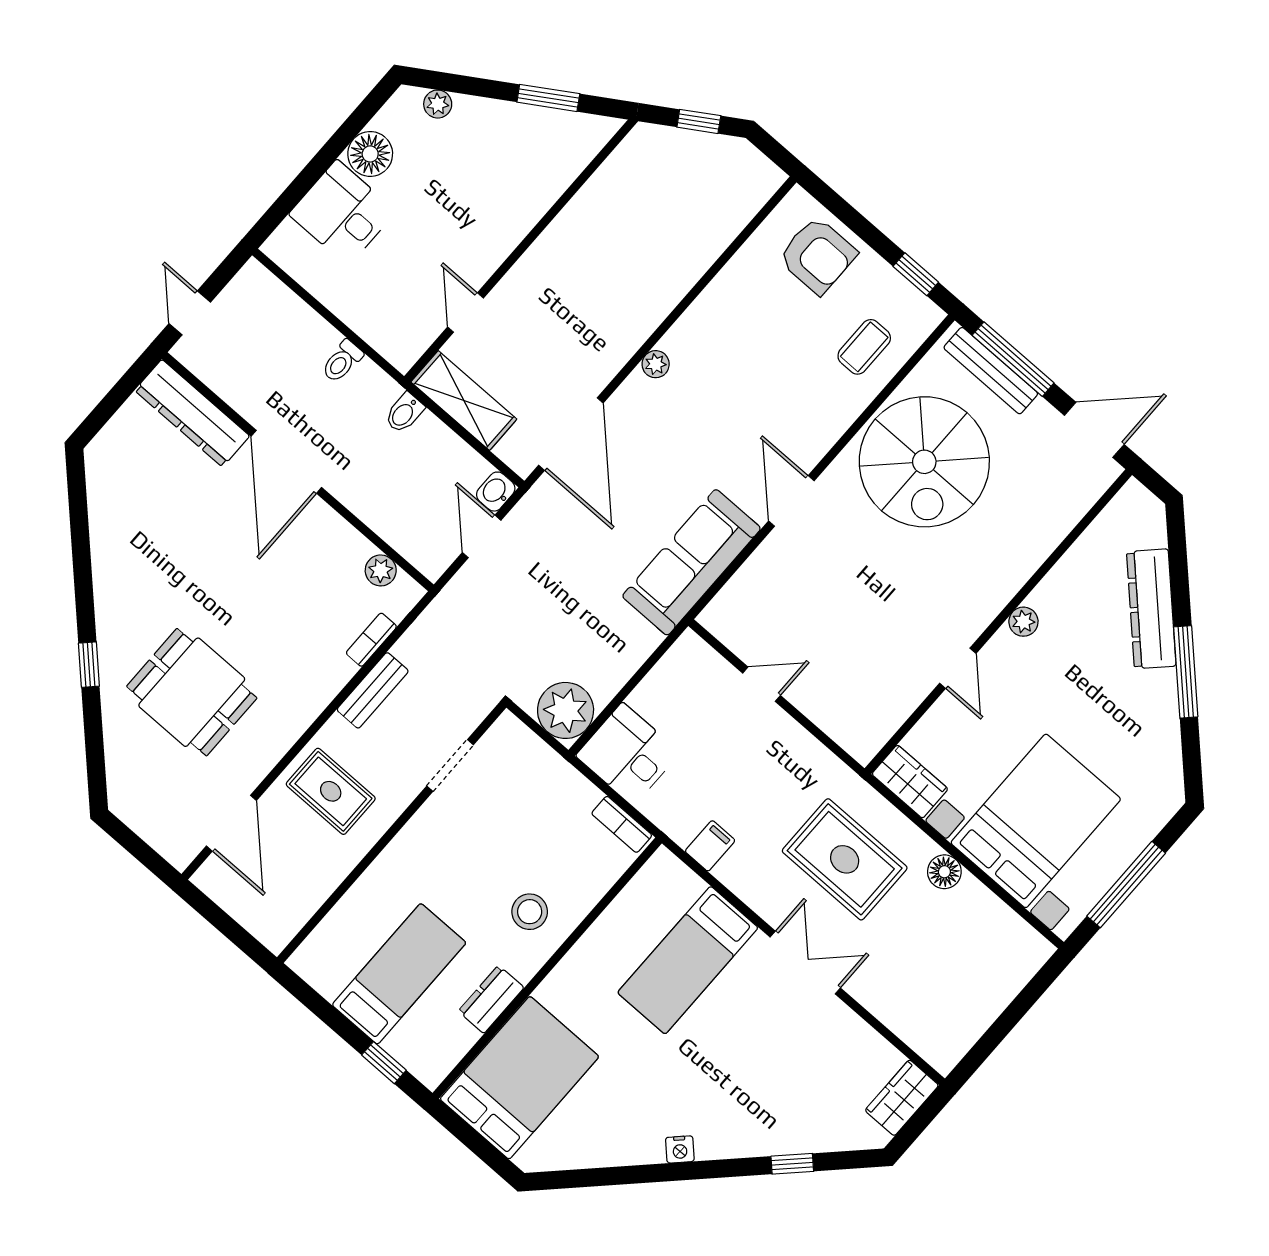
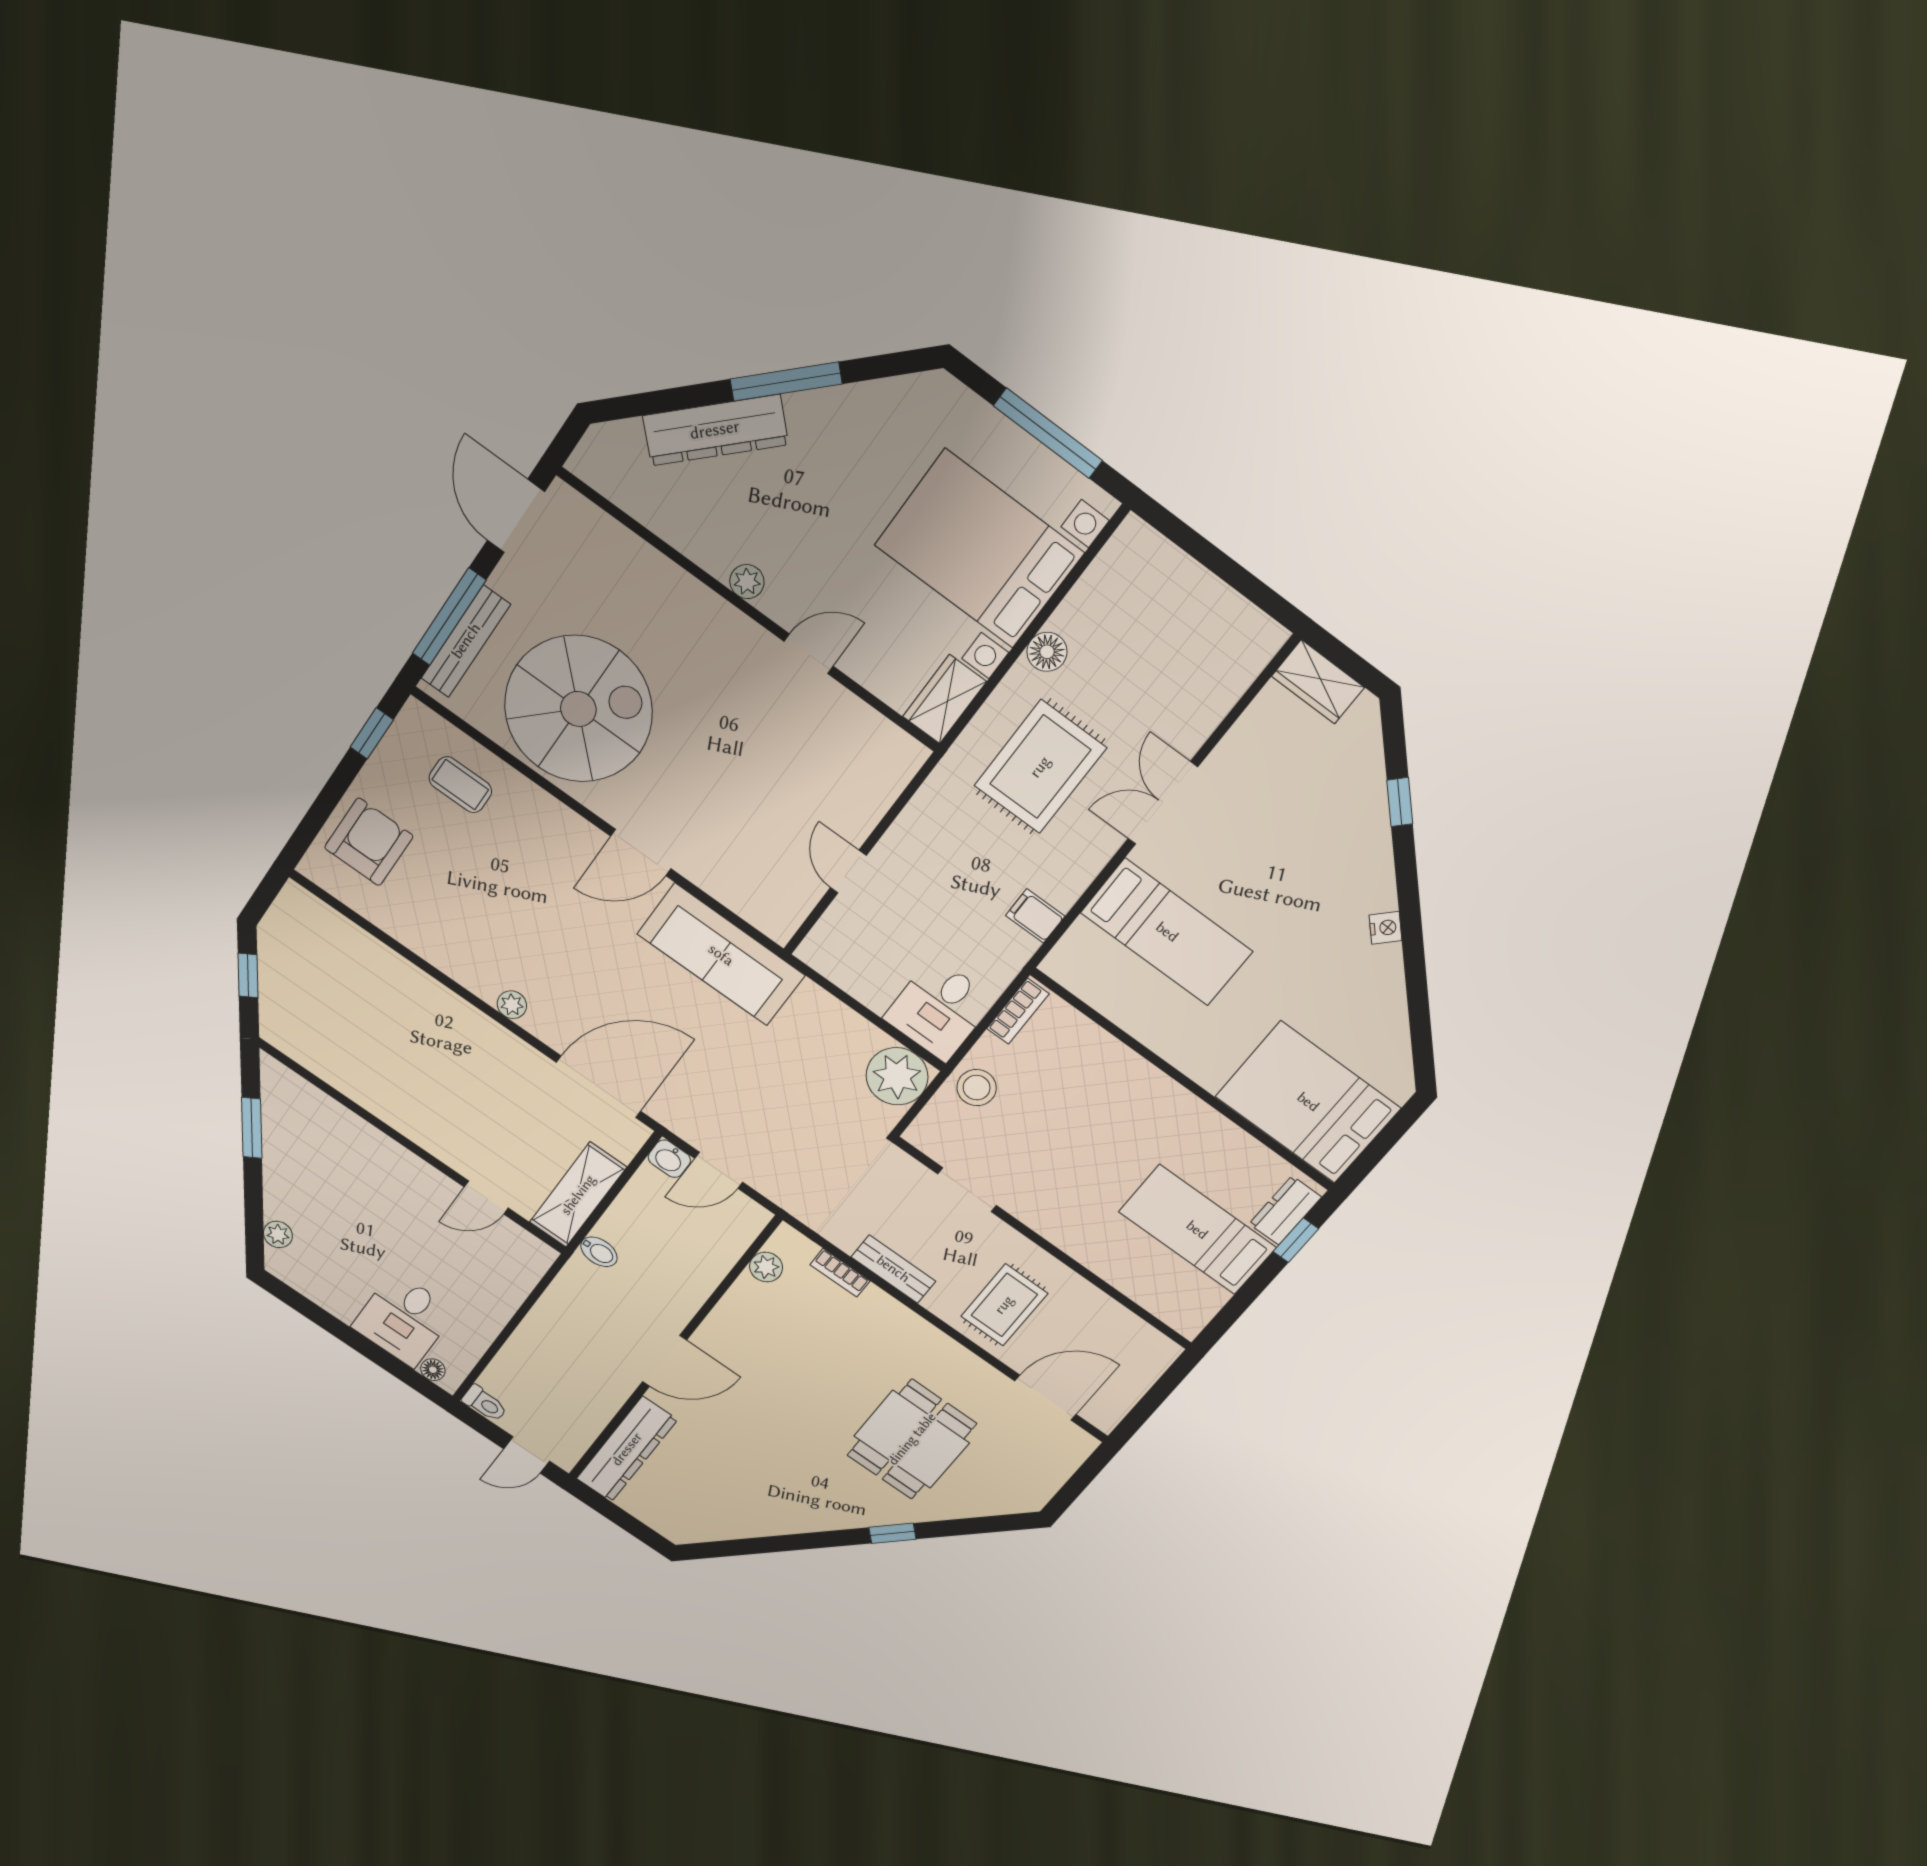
floor lamp: (370, 154) -> (433, 1370), moved, width x0.53, depth x0.53
toilet: (342, 361) -> (485, 1403), moved
door: (286, 462) -> (665, 1361), width x0.73
stool: (530, 912) -> (977, 1088), moved
dresser: (491, 999) -> (1285, 1210), moved, turned 90

